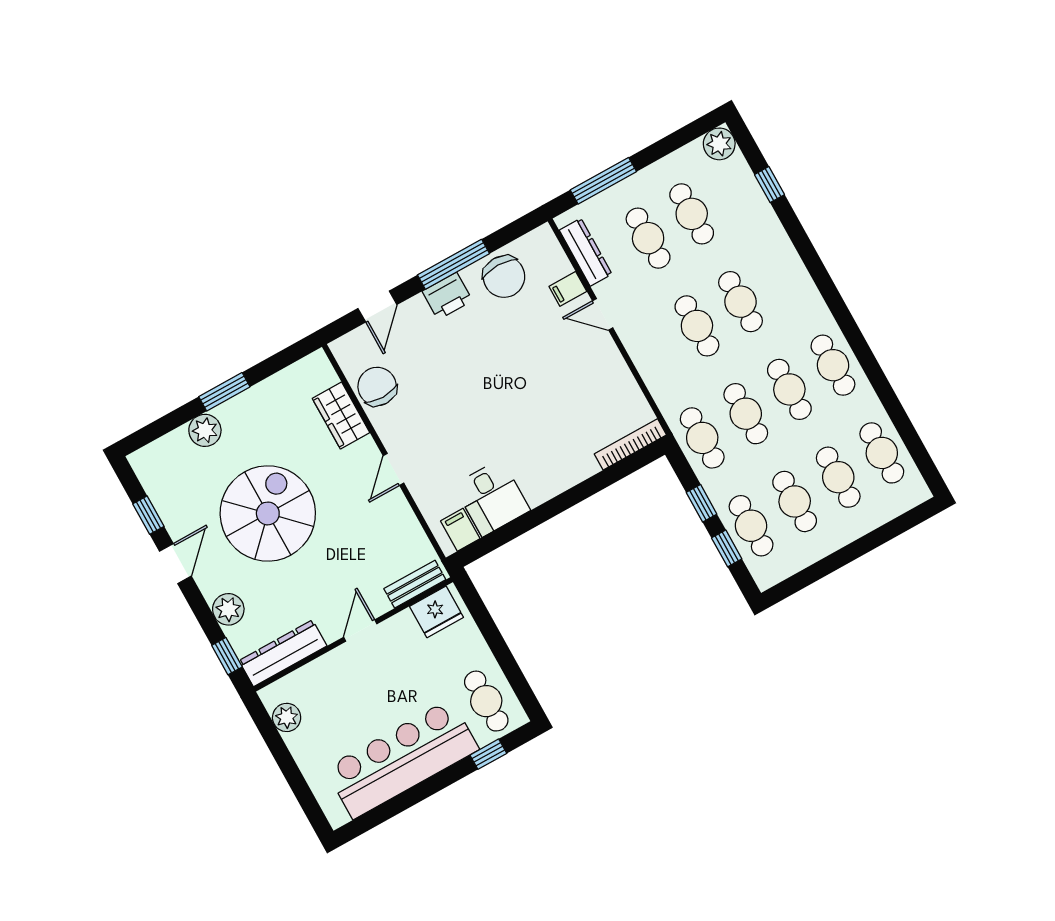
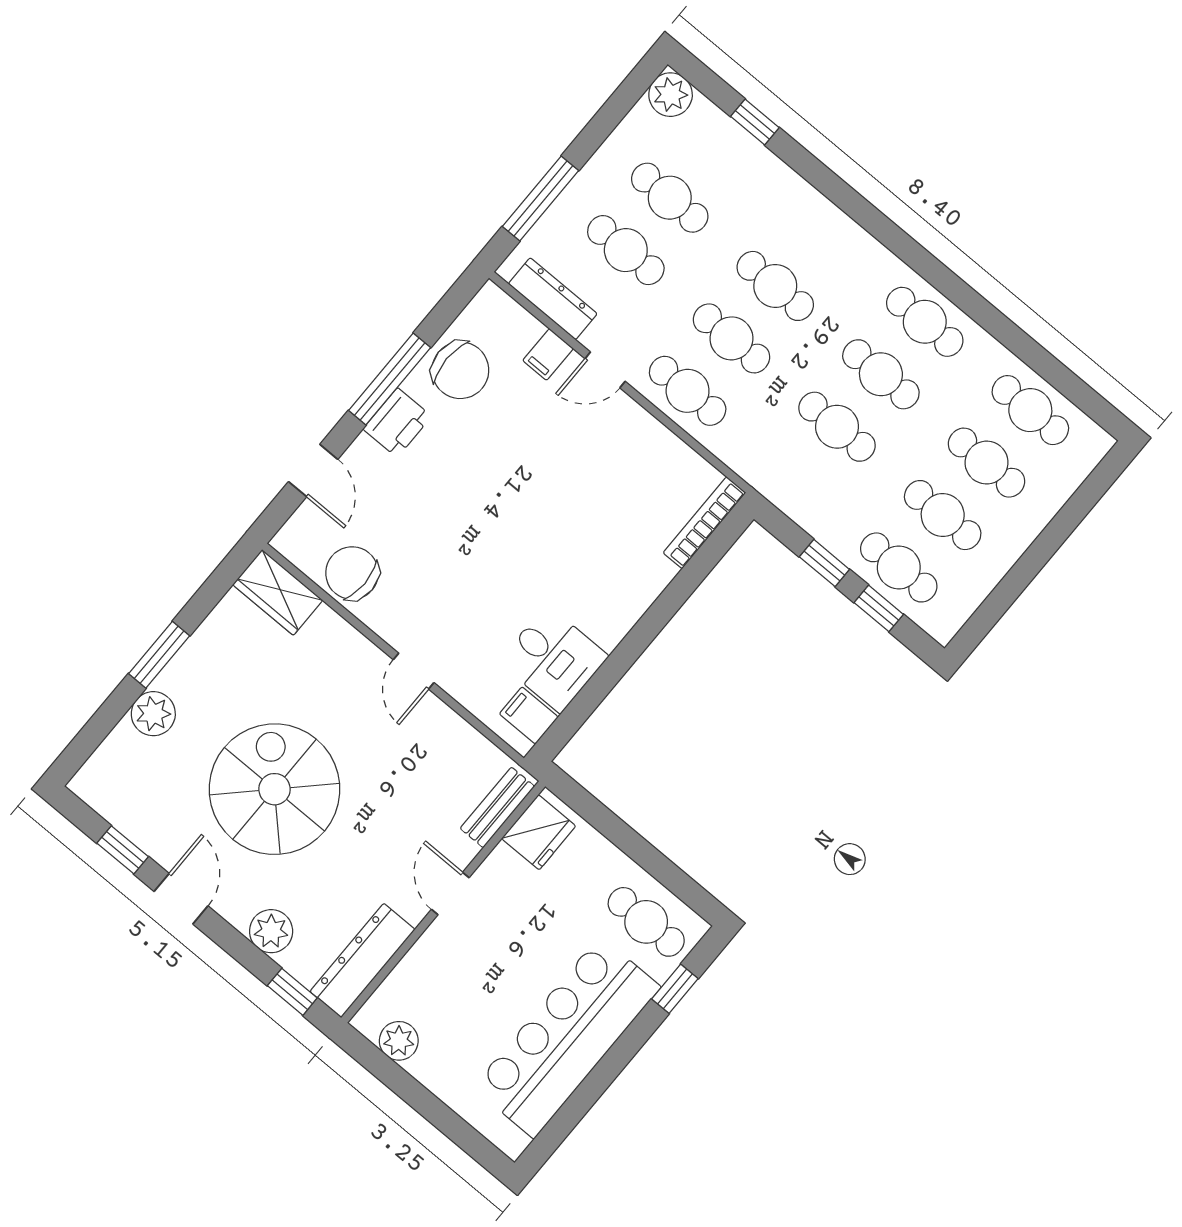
wardrobe: (341, 415) -> (278, 592), moved
cafe table: (702, 438) -> (688, 391), moved

